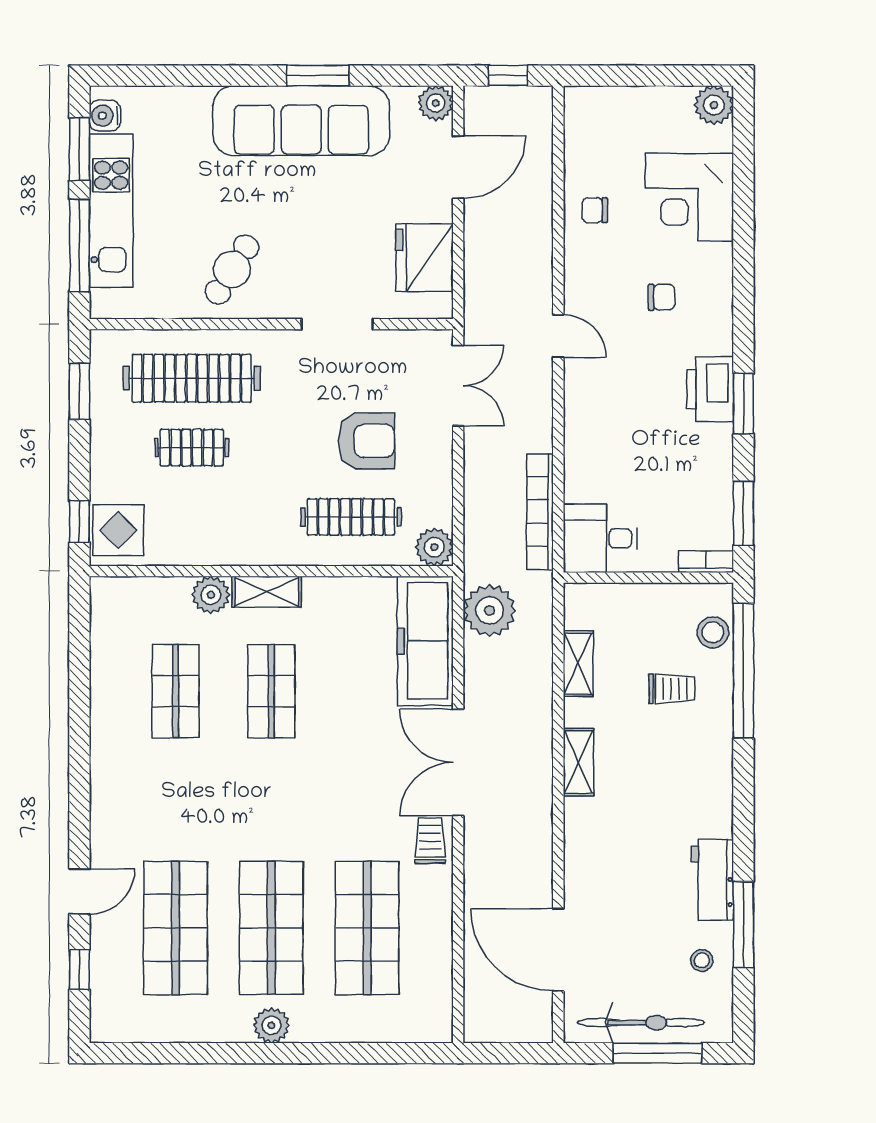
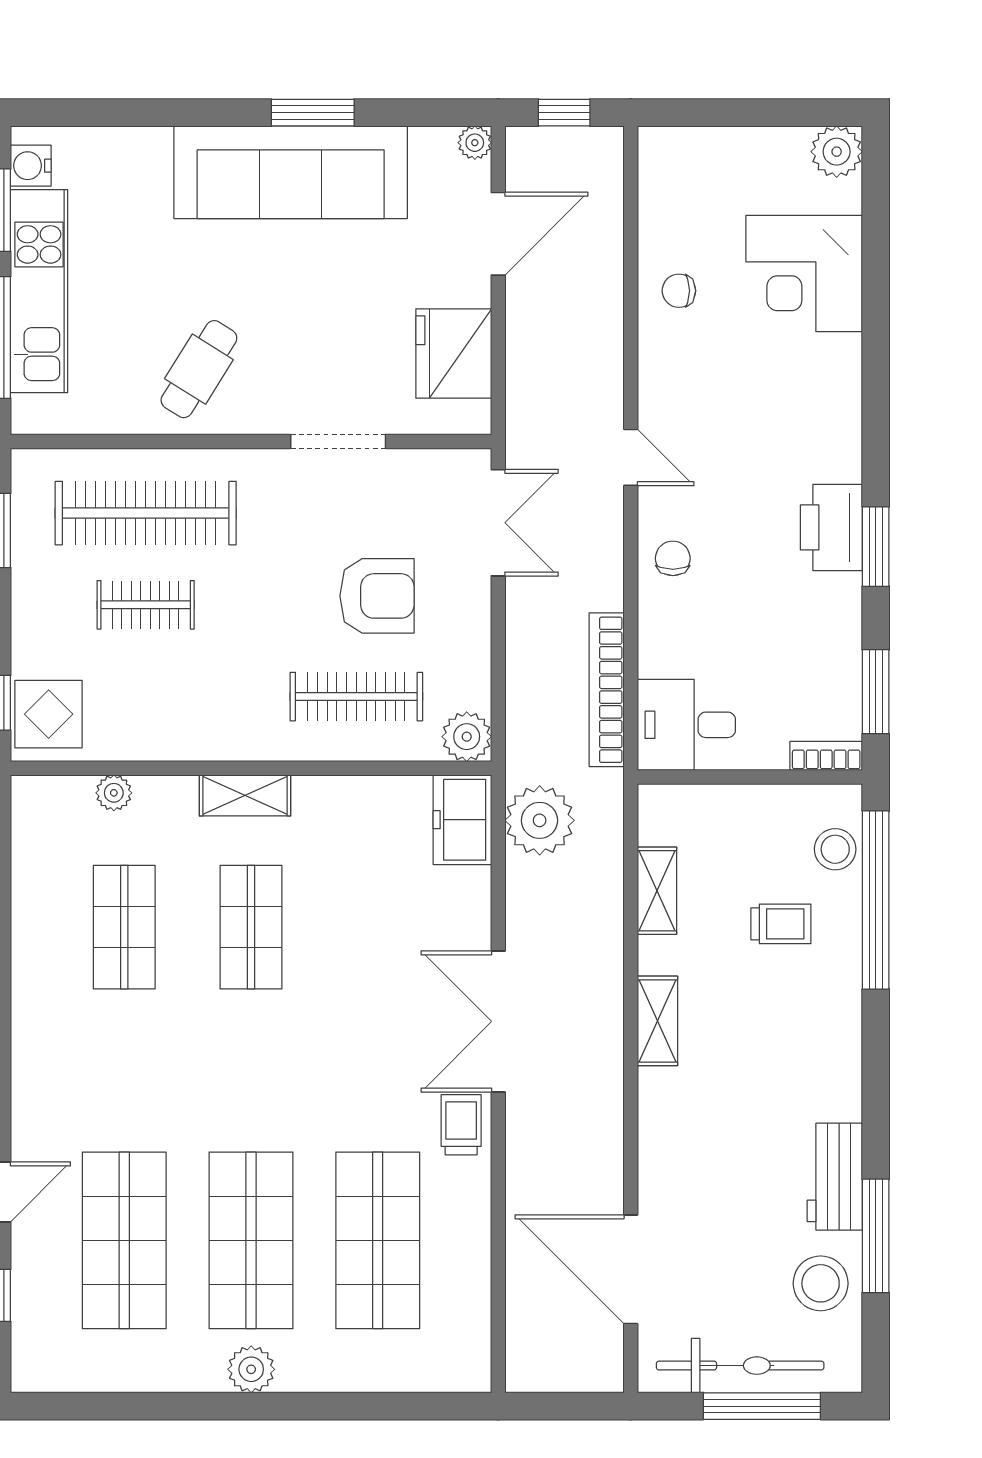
plant: (436, 103) -> (475, 143), width x0.73, depth x0.73
chair: (662, 297) -> (673, 558), moved, turned -90
plant: (211, 595) -> (114, 793), moved, width x0.73, depth x0.73
freezer: (425, 641) -> (462, 820), width x0.52, depth x0.79
stool: (702, 960) -> (821, 1283), width x1.89, depth x1.89

